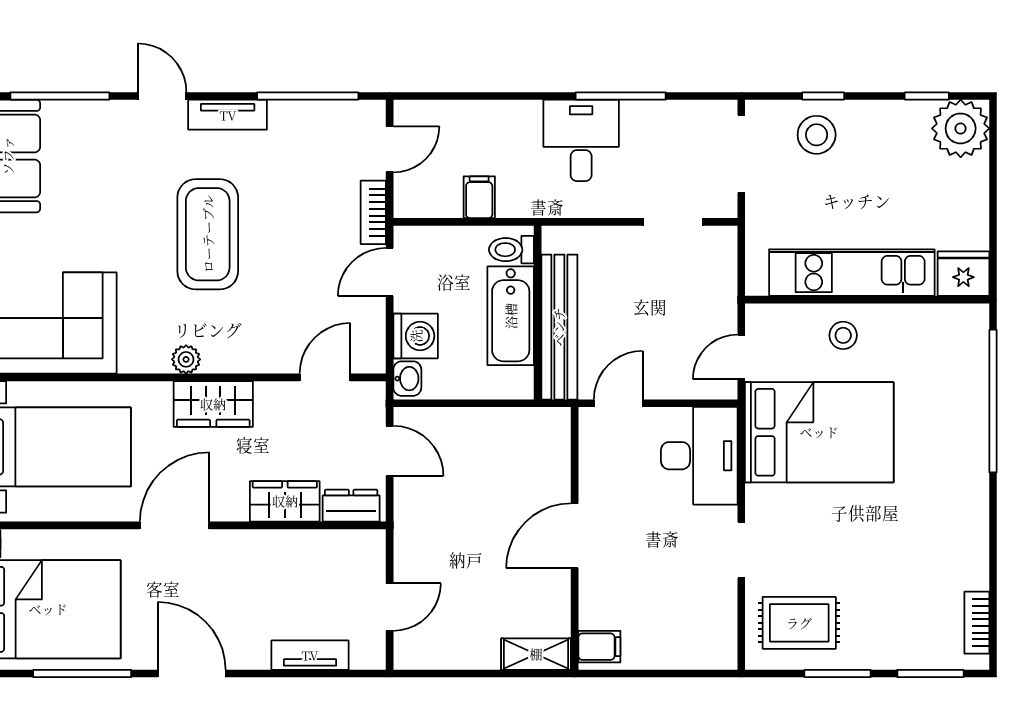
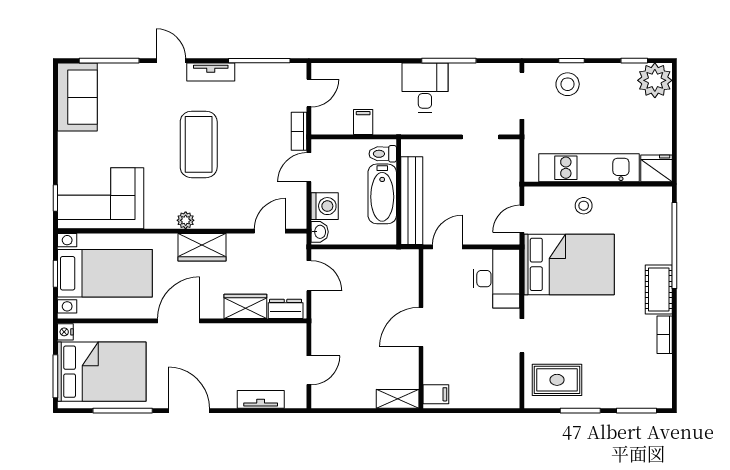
cot: (967, 474) -> (659, 290), added
bookcase: (977, 623) -> (665, 335), moved

